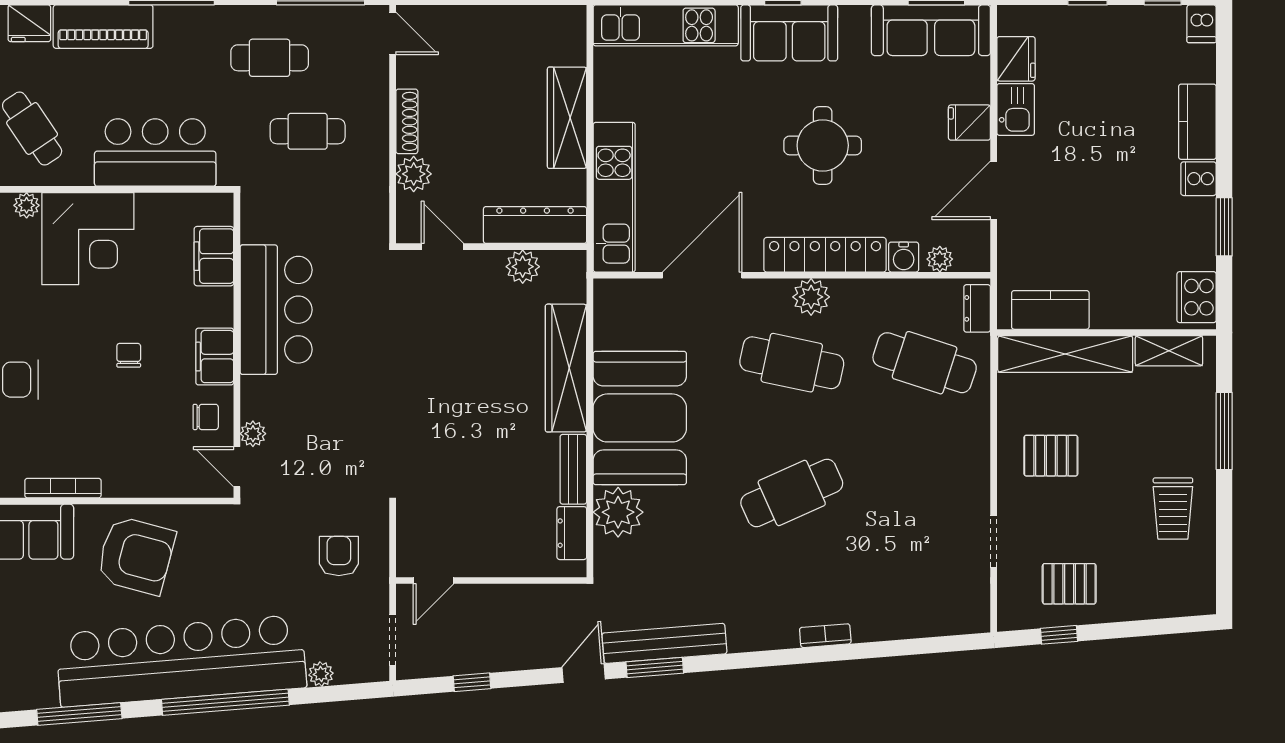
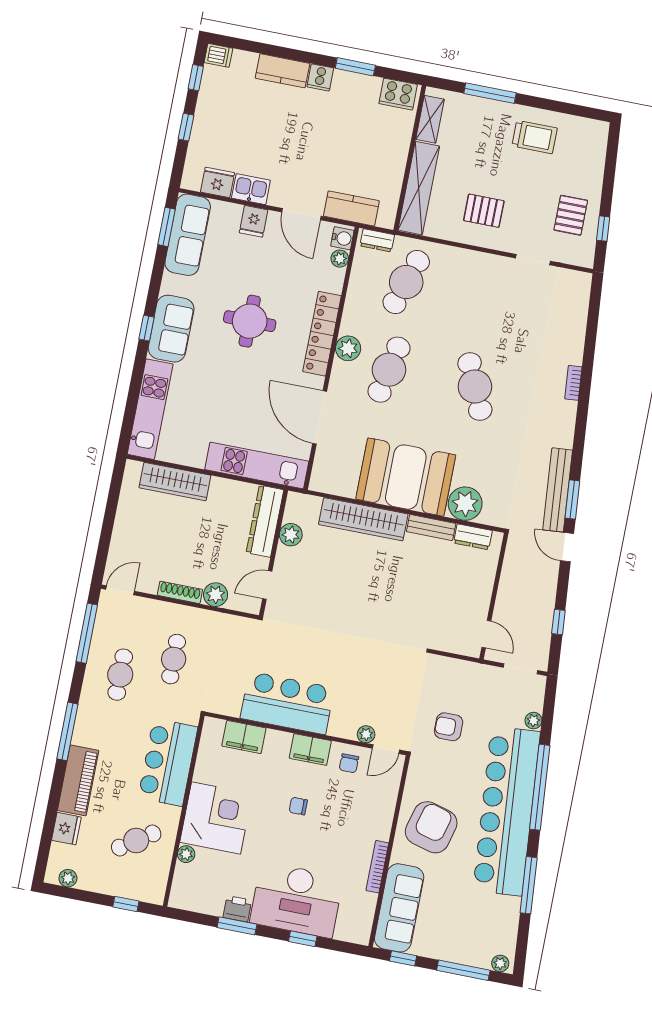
wardrobe: (567, 118) -> (175, 482), moved
water cooler: (904, 257) -> (342, 238), moved
kitchen counter: (1050, 310) -> (351, 208), moved, turned 90
chair: (206, 417) -> (349, 763), turned 180
pallet: (1051, 456) -> (484, 211), turned 90
armchair: (339, 556) -> (449, 727), moved

